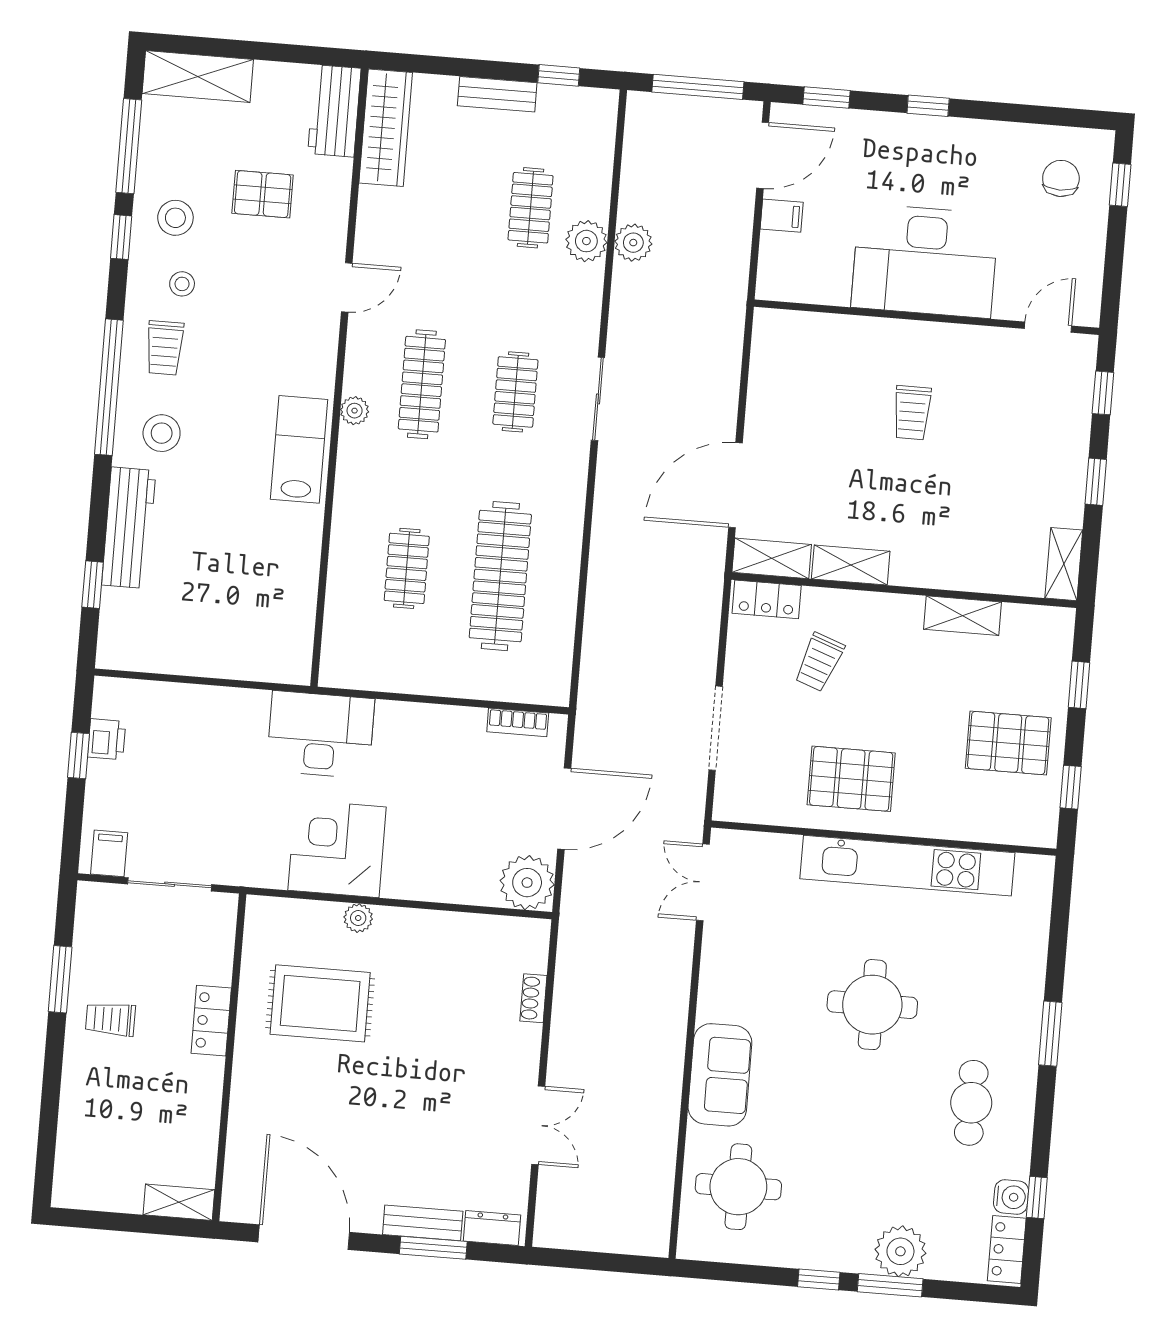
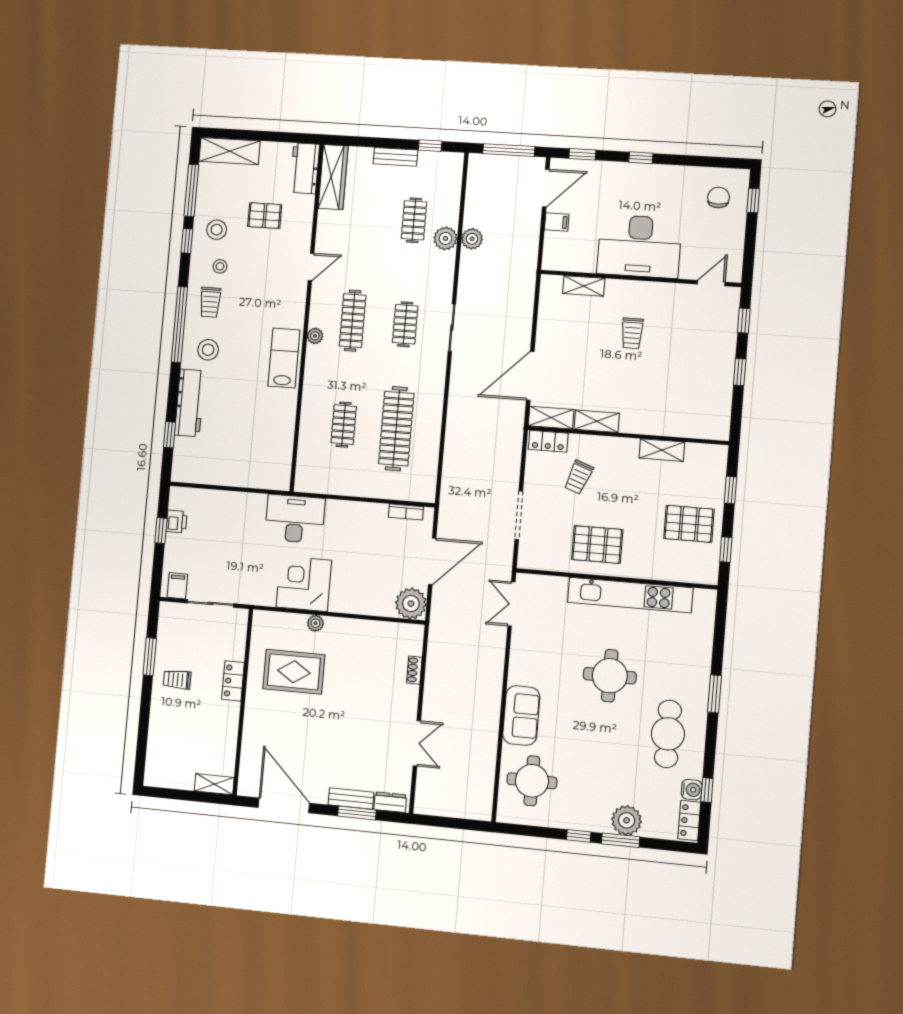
shelving: (1064, 564) -> (584, 286), moved, turned 90
cafe table: (971, 1103) -> (668, 734), width x1.37, depth x1.35

